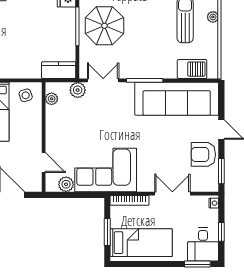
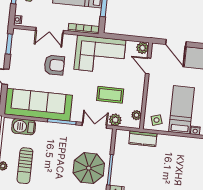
kitchen counter: (59, 70) -> (143, 139), moved
double door: (103, 80) -> (94, 125), swing flipped
coffee table: (87, 121) -> (110, 95), added
armchair: (203, 154) -> (54, 65), moved
plant: (66, 184) -> (142, 48), moved

